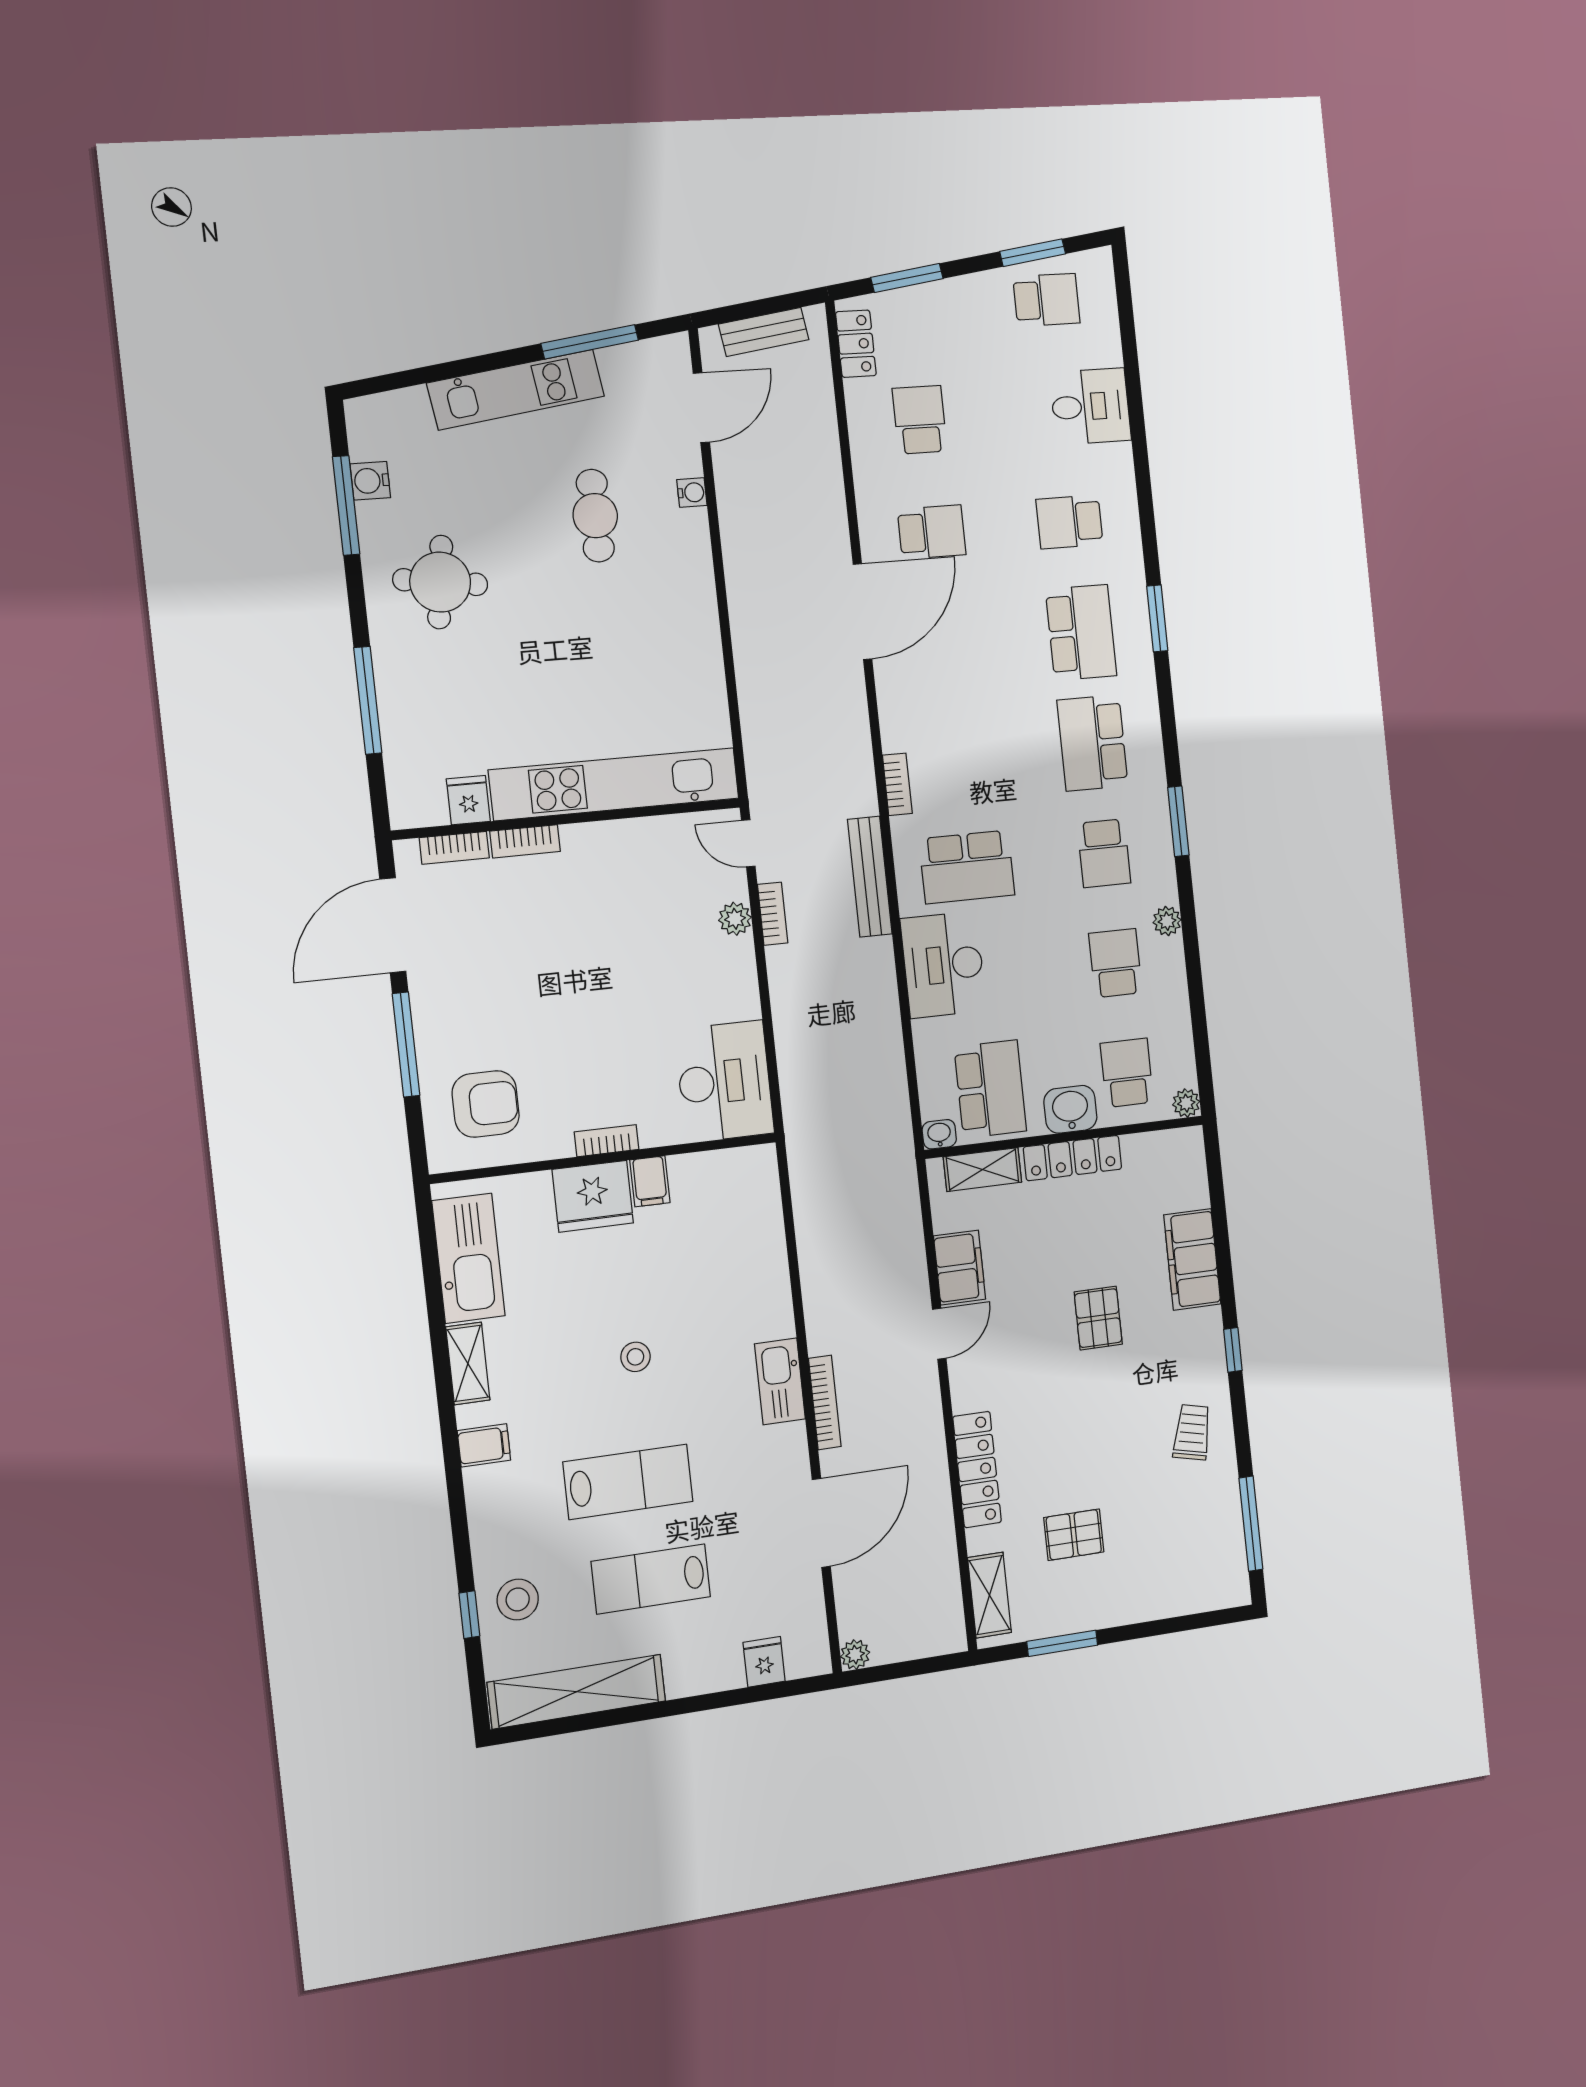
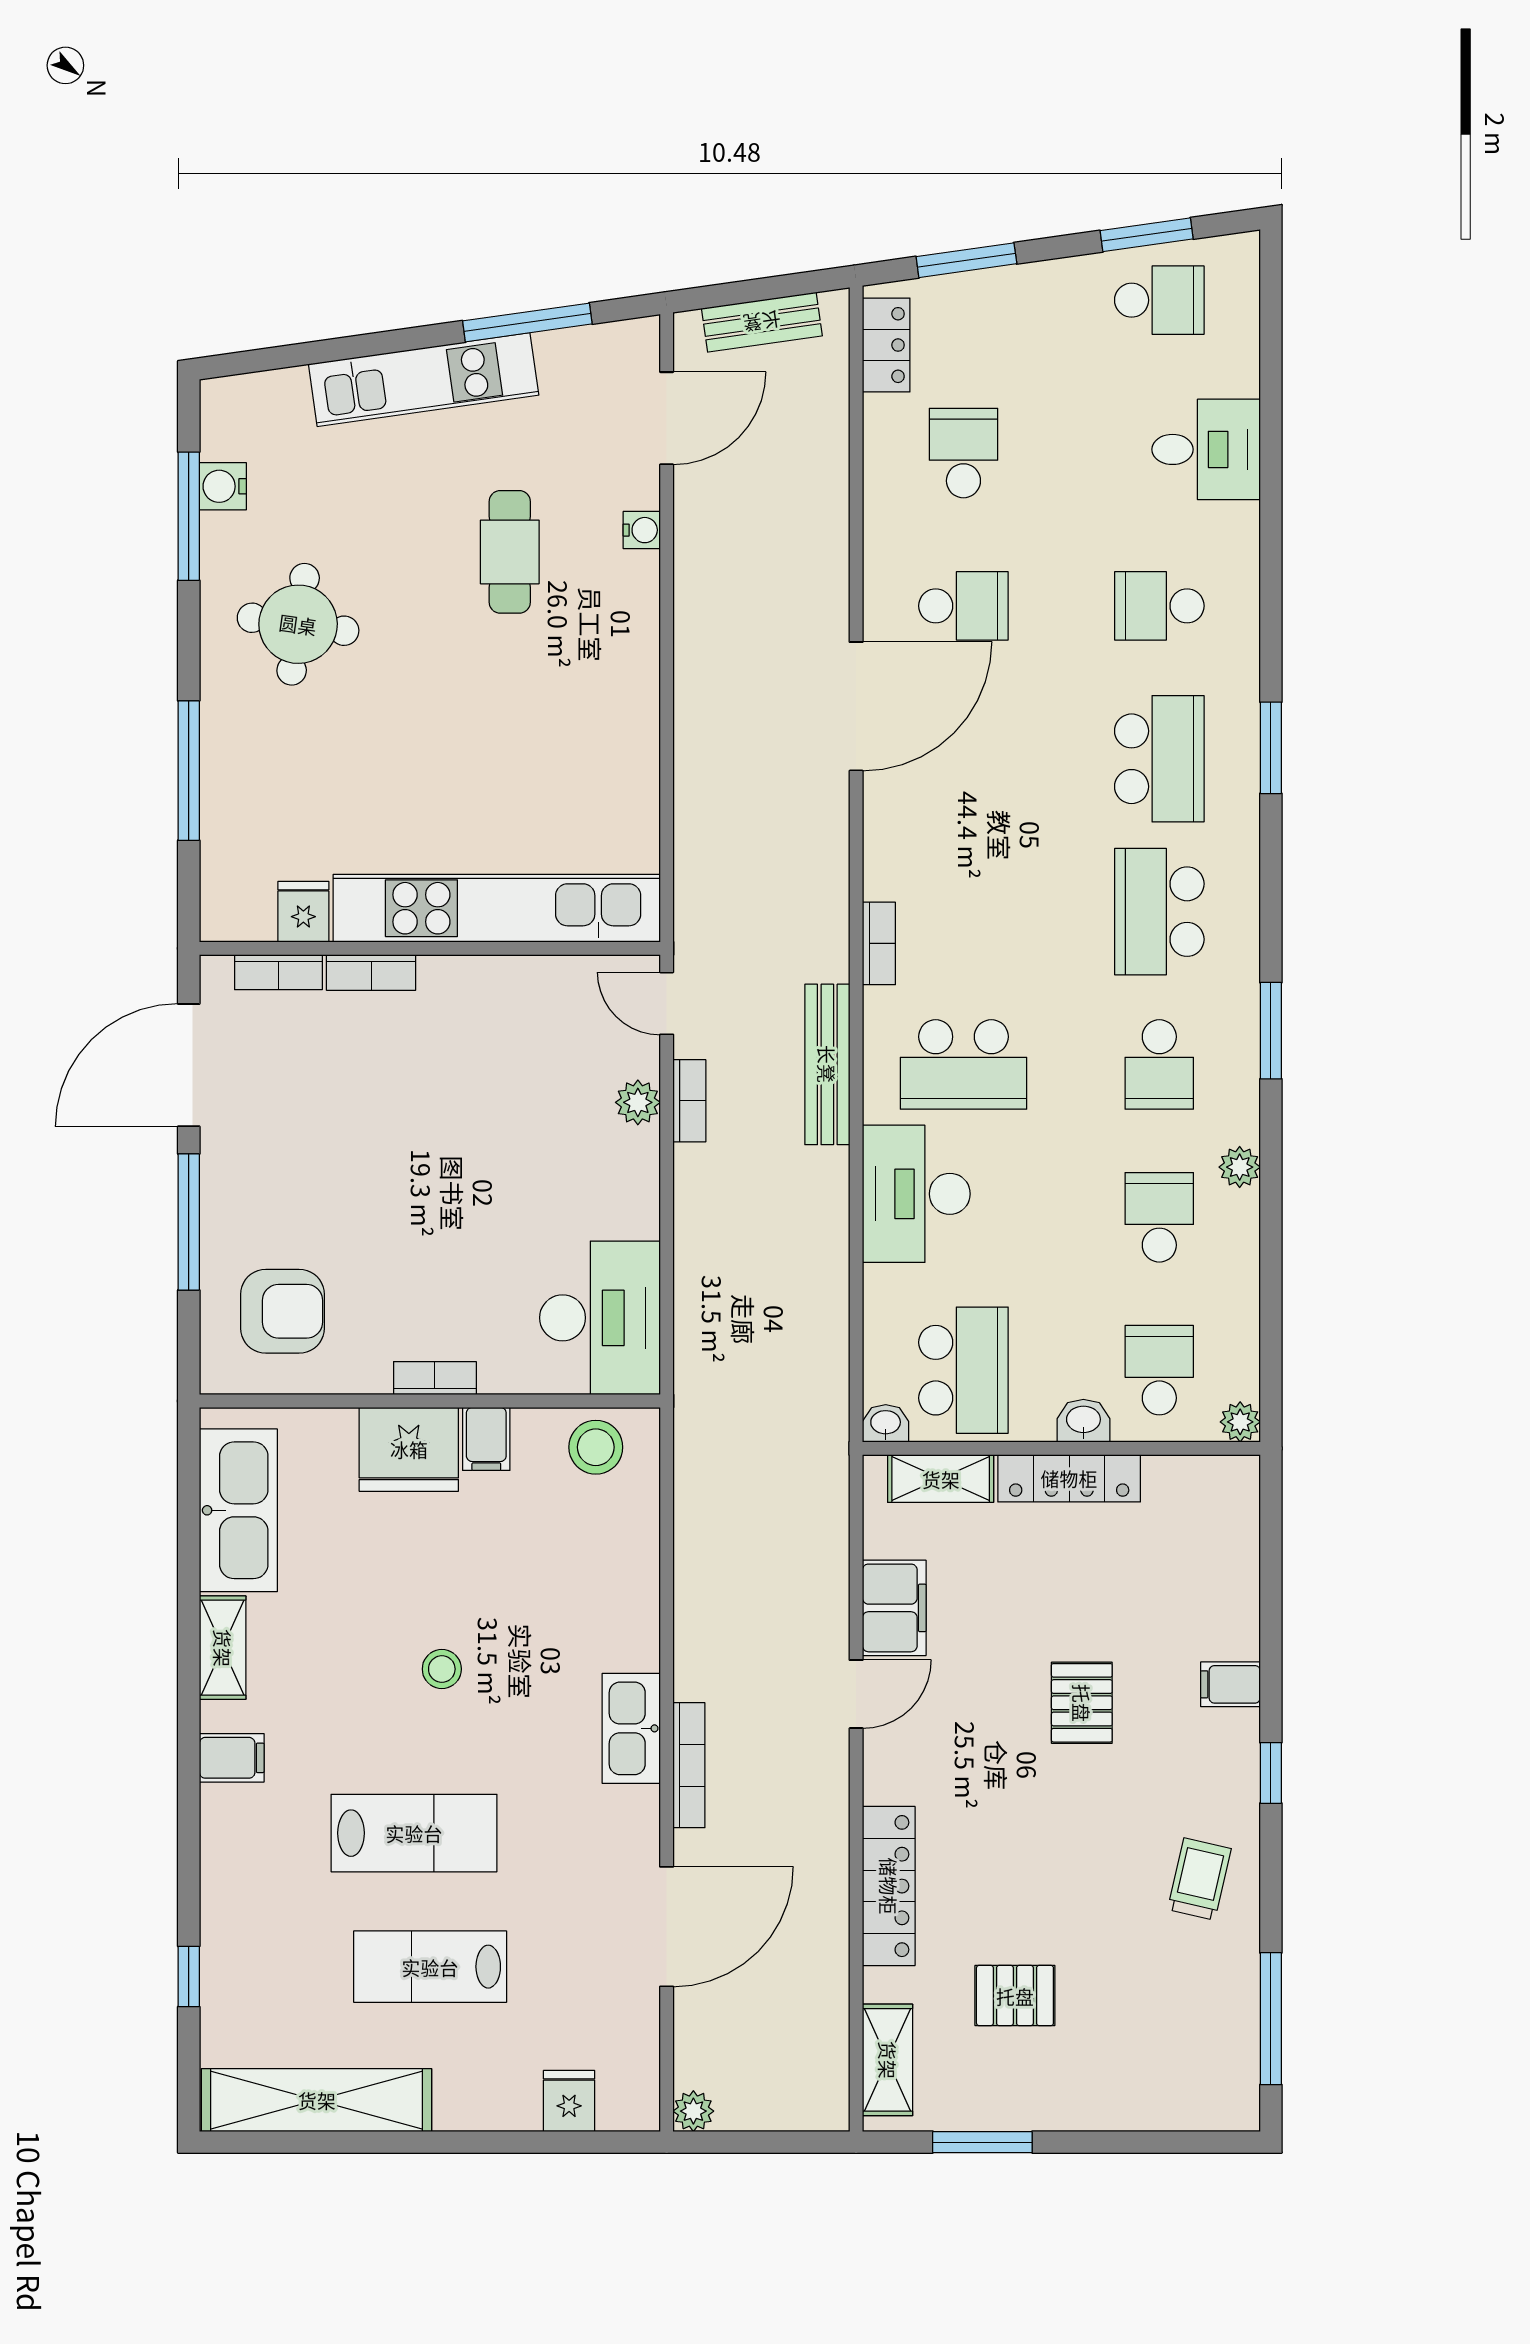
washbasin: (1070, 1109) -> (1083, 1421), width x0.72, depth x0.69
filing cabinet: (1192, 1259) -> (1231, 1684), width x0.33, depth x0.86
stool: (518, 1599) -> (596, 1447), moved

